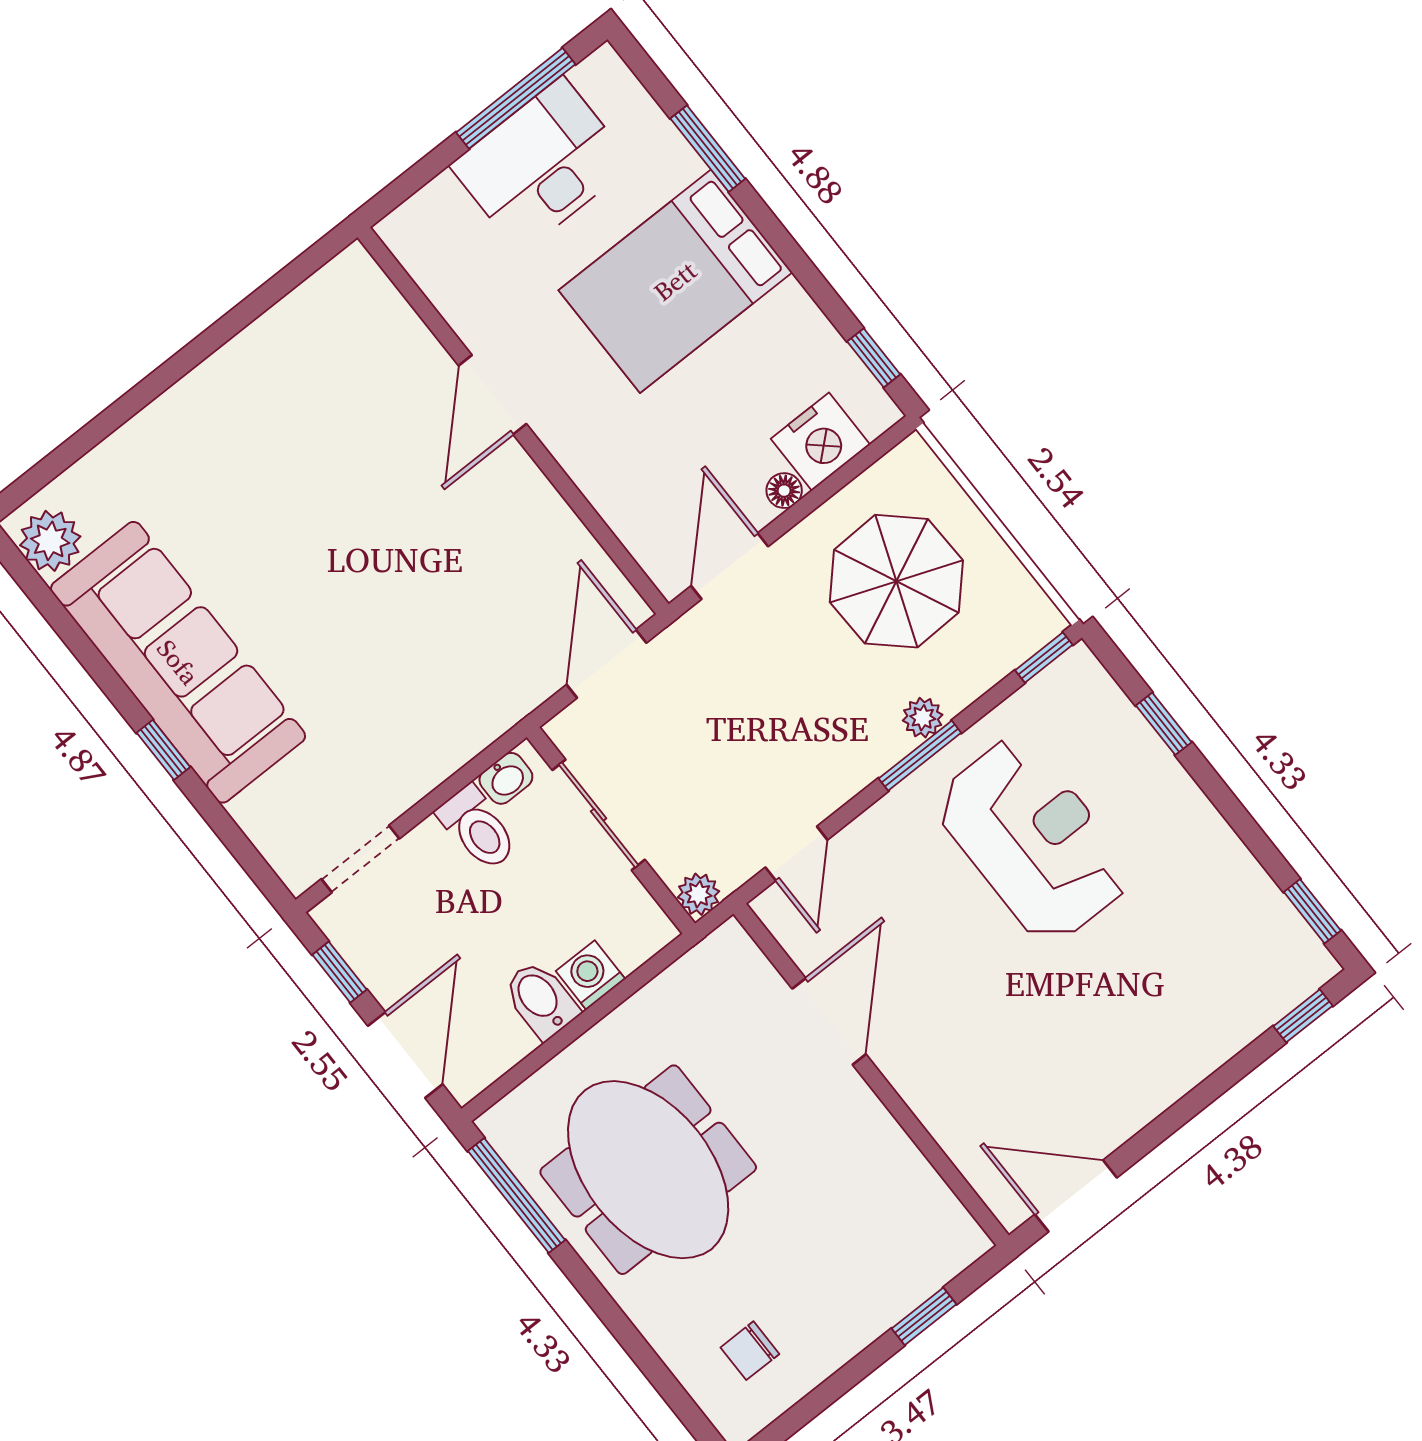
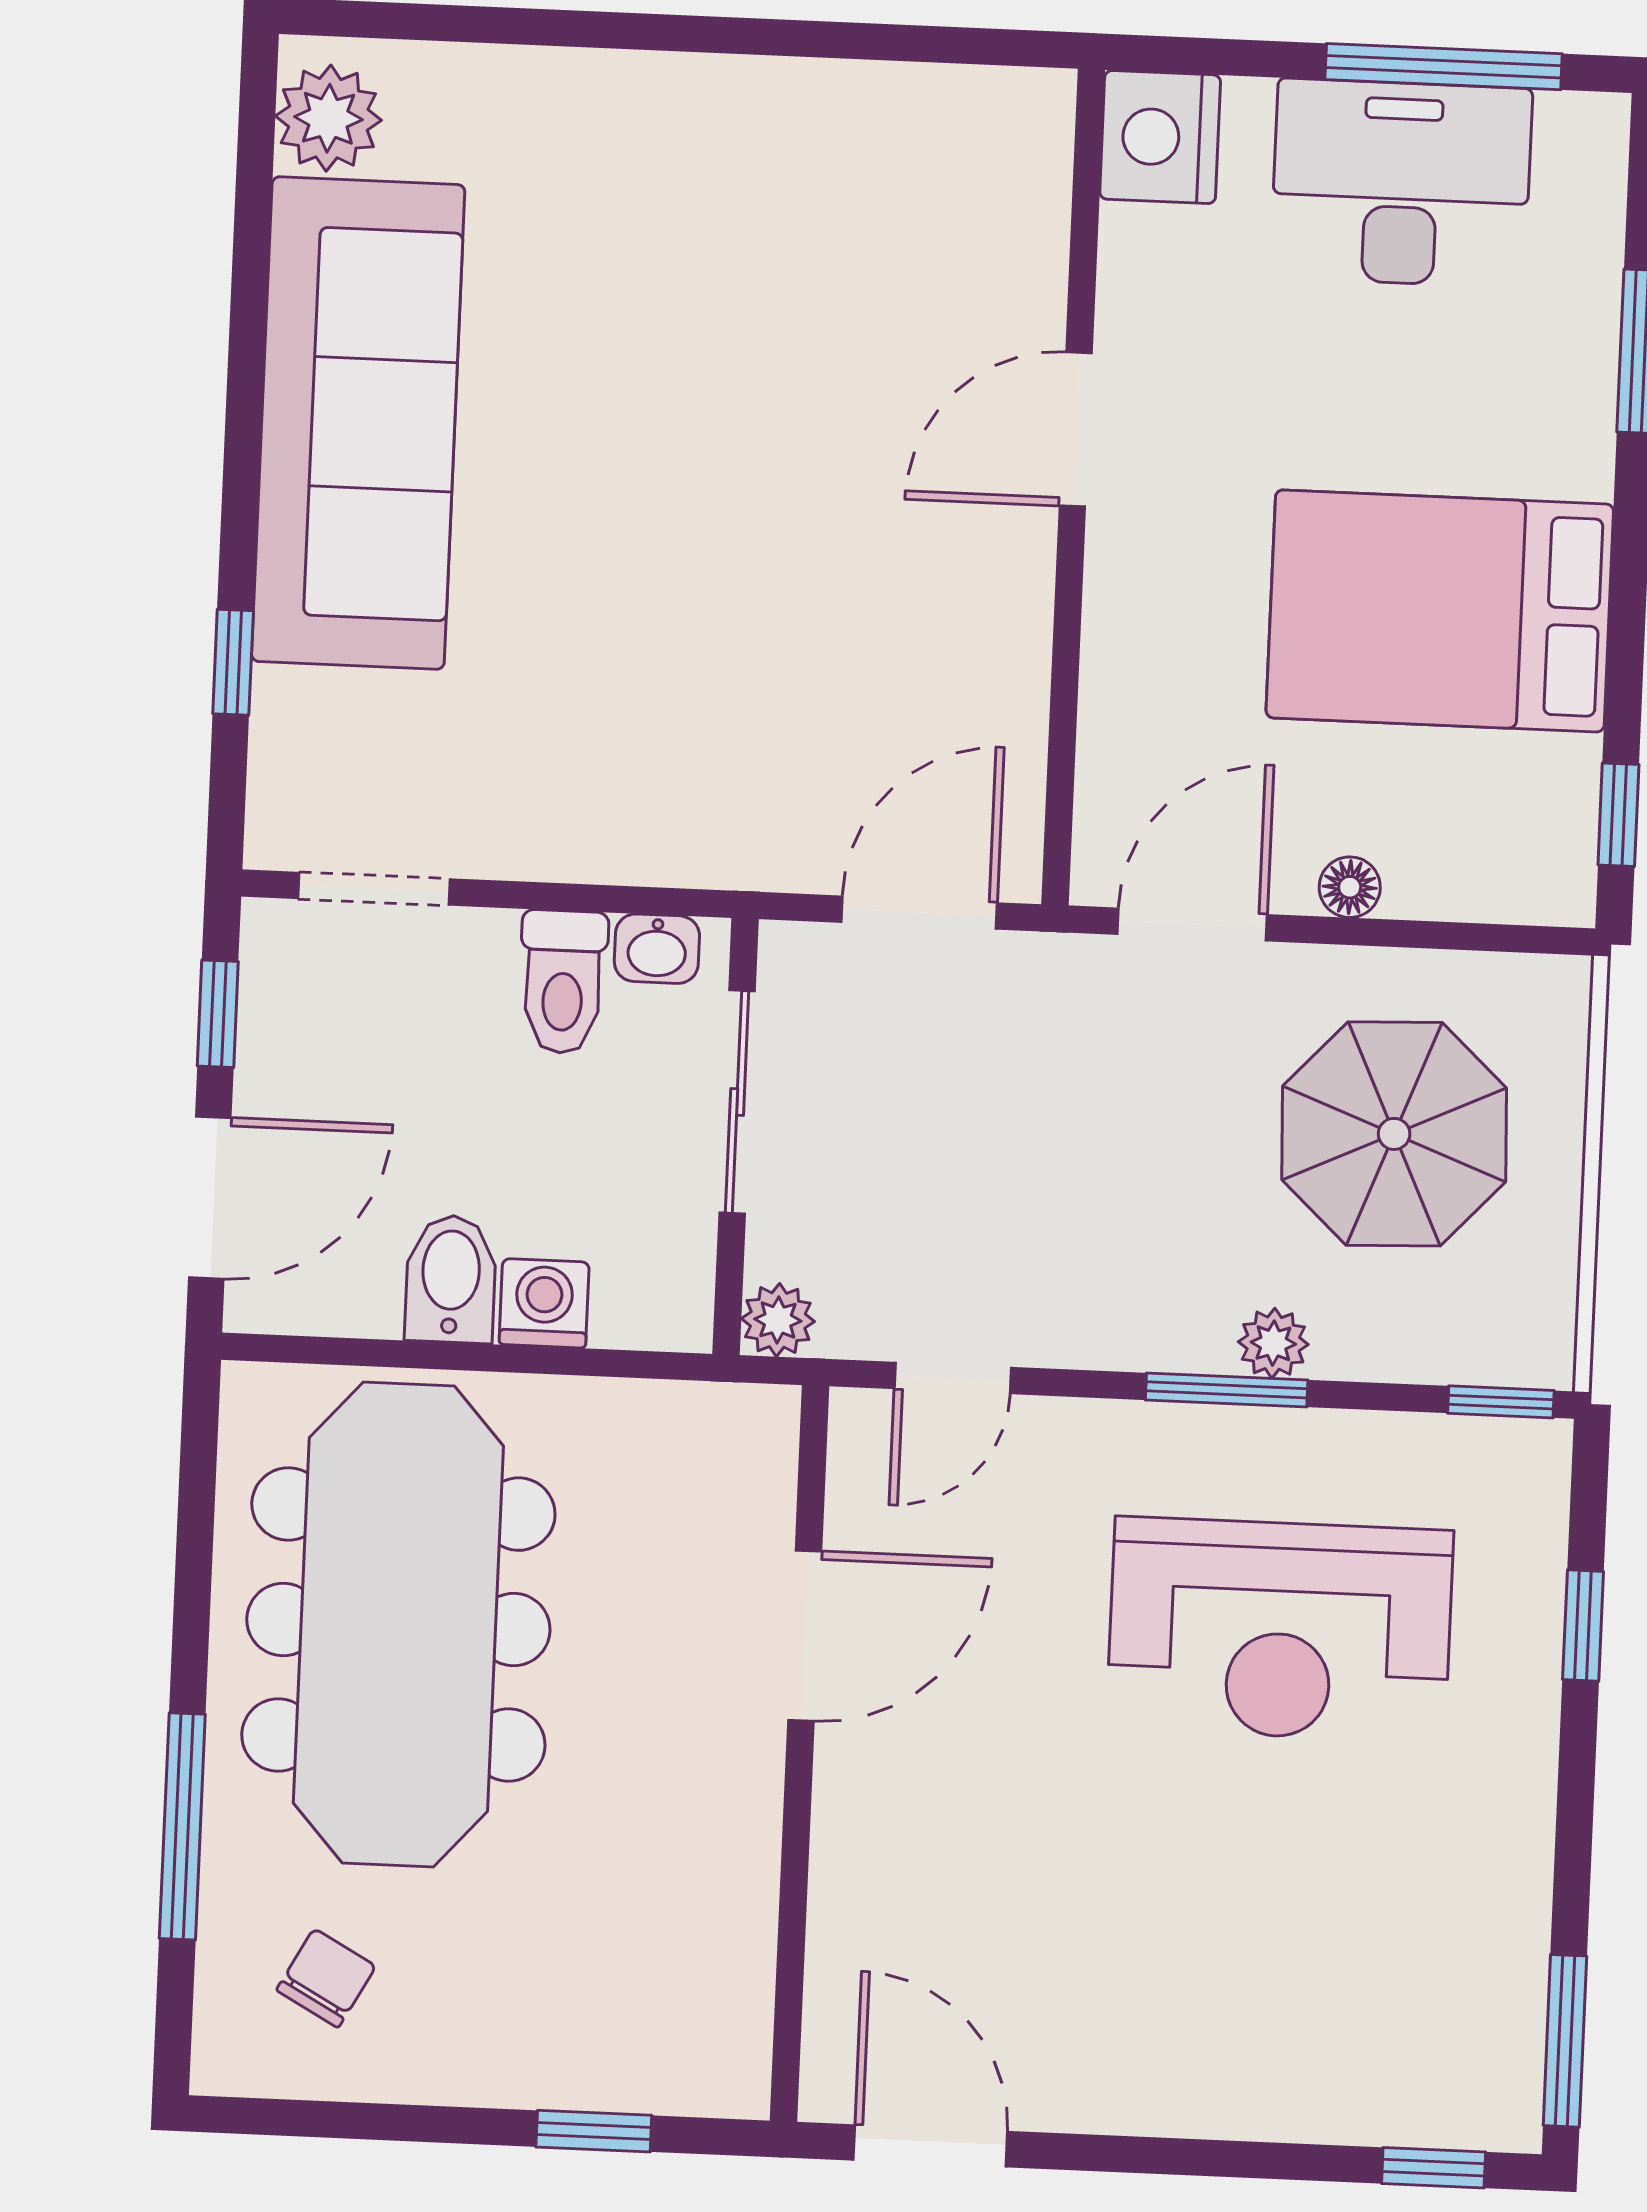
bed: (675, 281) -> (1440, 611), moved
nightstand: (820, 442) -> (1160, 137), moved, turned 90
window: (163, 750) -> (233, 662), moved
reception desk: (1033, 840) -> (1280, 1630), turned 90
window: (1312, 911) -> (1565, 2041), width x1.50
meeting table: (648, 1170) -> (398, 1625), width x1.36
window: (516, 1195) -> (182, 1826), moved
chair: (750, 1351) -> (326, 1978), turned 119

